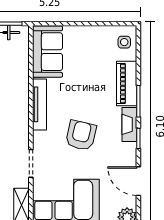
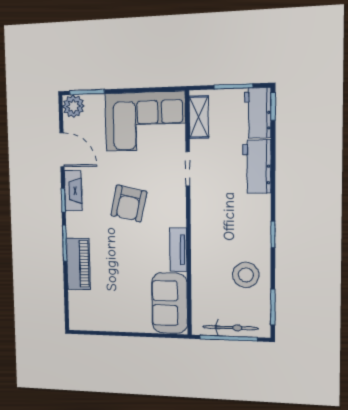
side table: (124, 42) -> (82, 311), removed
tv unit: (39, 104) -> (178, 250), width x0.71
fireplace: (129, 124) -> (73, 191), moved

